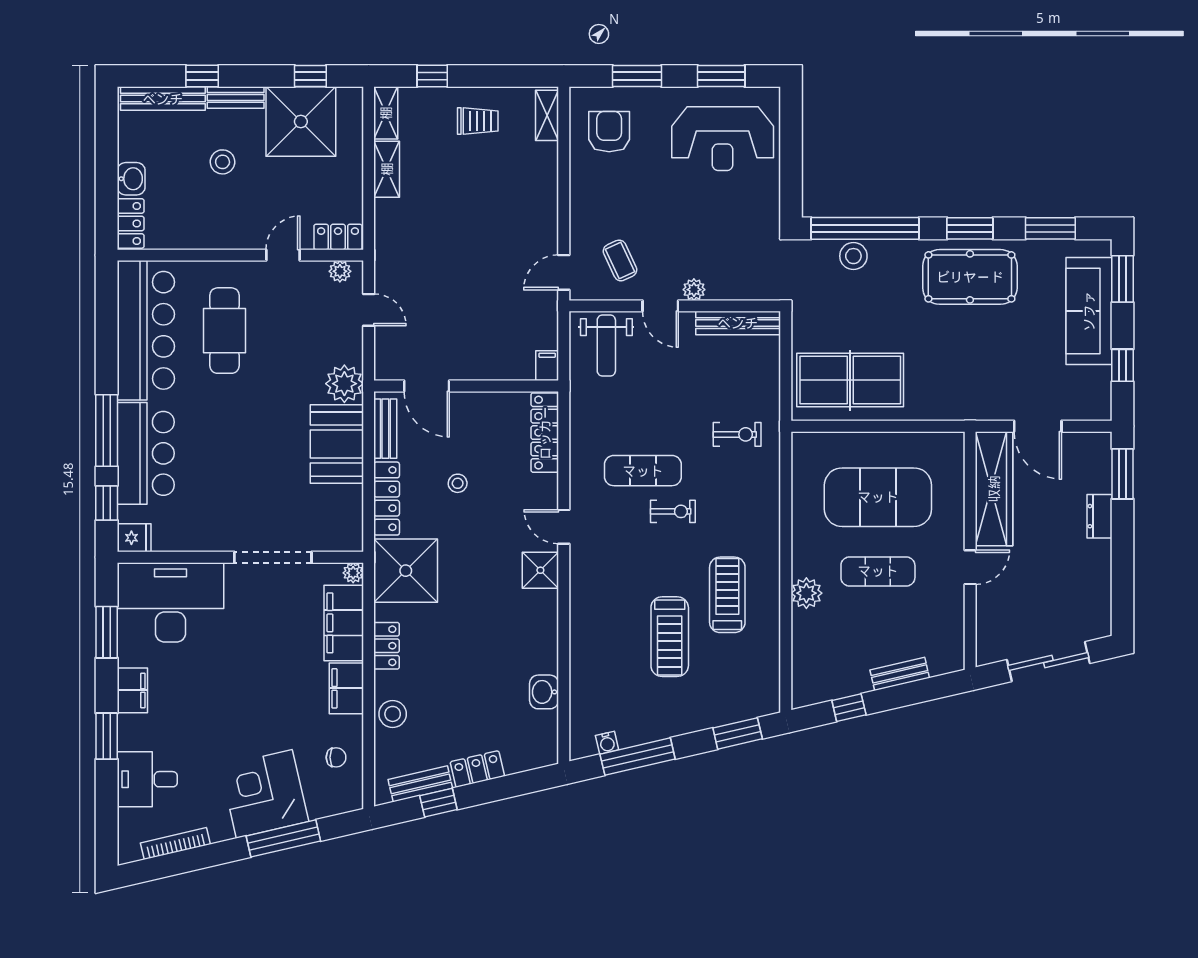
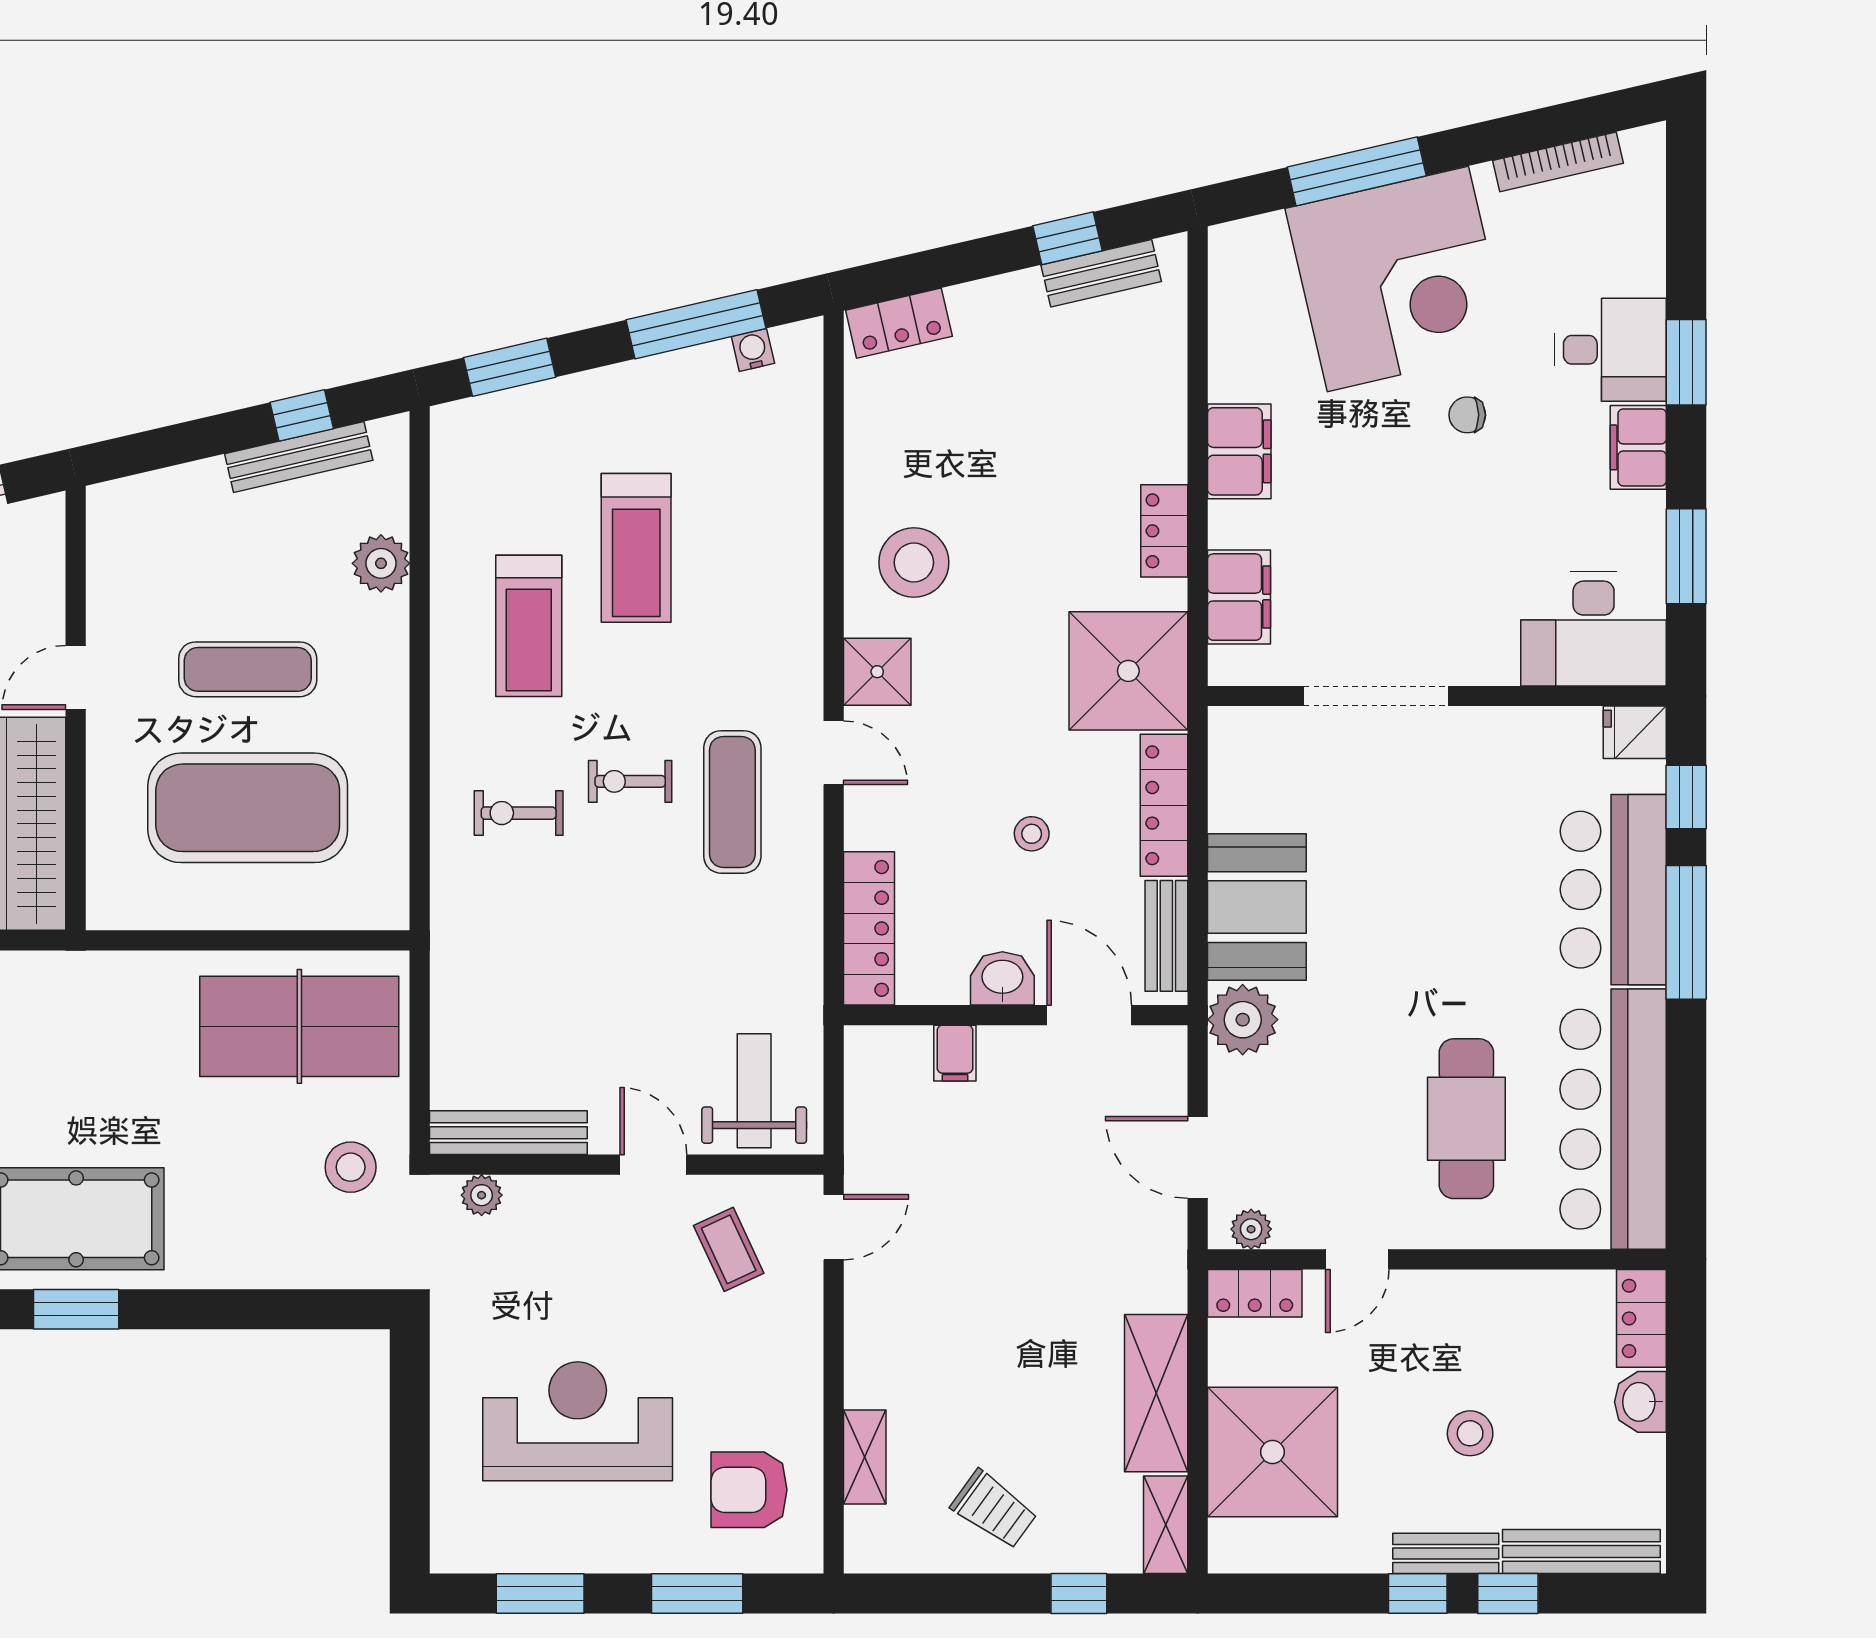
window: (310, 76) -> (1418, 1593), moved
shelving: (547, 115) -> (865, 1457), moved
trolley: (478, 121) -> (994, 1509), turned -144
shower: (301, 122) -> (1272, 1452), moved
armchair: (609, 132) -> (749, 1490), turned 90
reception desk: (723, 139) -> (578, 1421), moved
shelving: (387, 169) -> (1156, 1393), width x1.50, depth x1.33
window: (865, 228) -> (272, 1309), removed
stool: (853, 256) -> (351, 1167), moved
plant: (694, 290) -> (482, 1195), moved
door: (369, 310) -> (1198, 1157), width x1.38
filing cabinet: (547, 366) -> (955, 1053), moved
exercise bike: (737, 434) -> (519, 813), moved
exercise mat: (643, 471) -> (732, 802), moved, turned 90
plant: (353, 573) -> (1226, 667), removed
plant: (806, 593) -> (381, 563), moved
desk: (171, 602) -> (1594, 629), width x0.73, depth x0.77
filing cabinet: (344, 623) -> (1239, 597), width x0.67, depth x0.86
treadmill: (670, 637) -> (636, 548), turned 180
bench: (900, 674) -> (299, 457), moved, width x1.36
washbasin: (544, 692) -> (1002, 978), moved, turned -90
stool: (393, 714) -> (914, 562), moved, width x1.38, depth x1.38
chair: (336, 757) -> (1467, 415), moved
locker: (477, 769) -> (899, 323), moved
desk: (147, 779) -> (1610, 350), moved
corner desk: (264, 794) -> (1398, 279), width x1.36, depth x1.36

